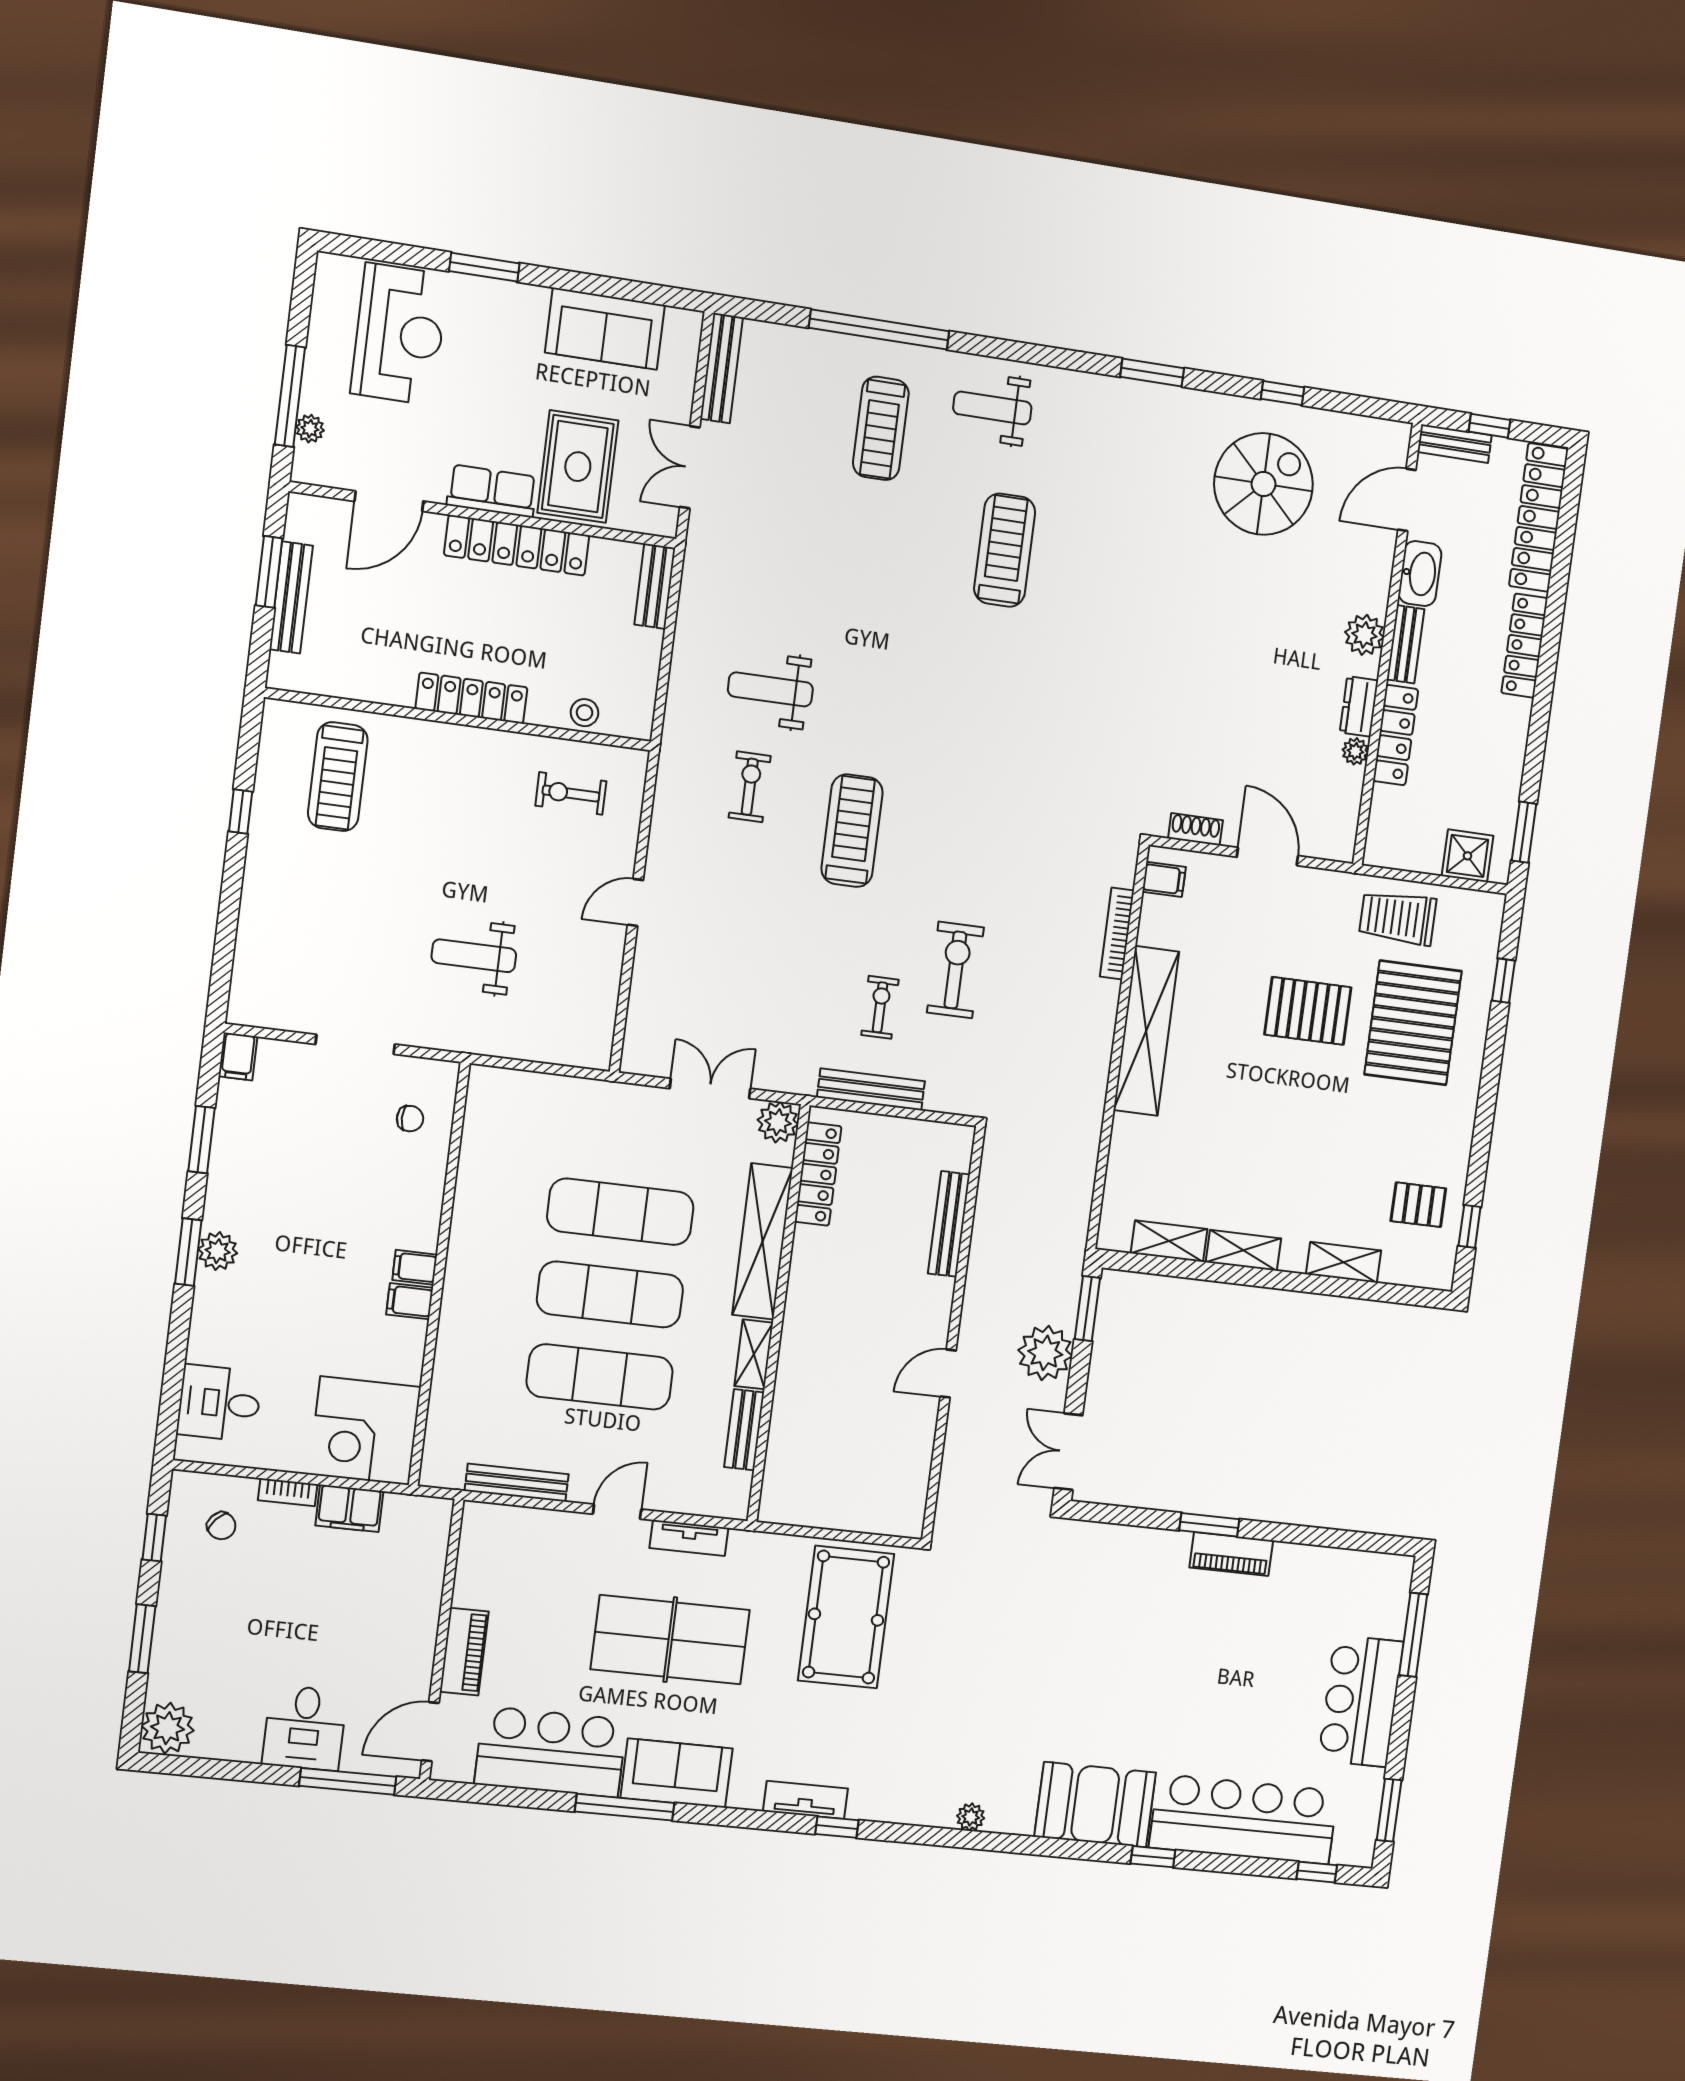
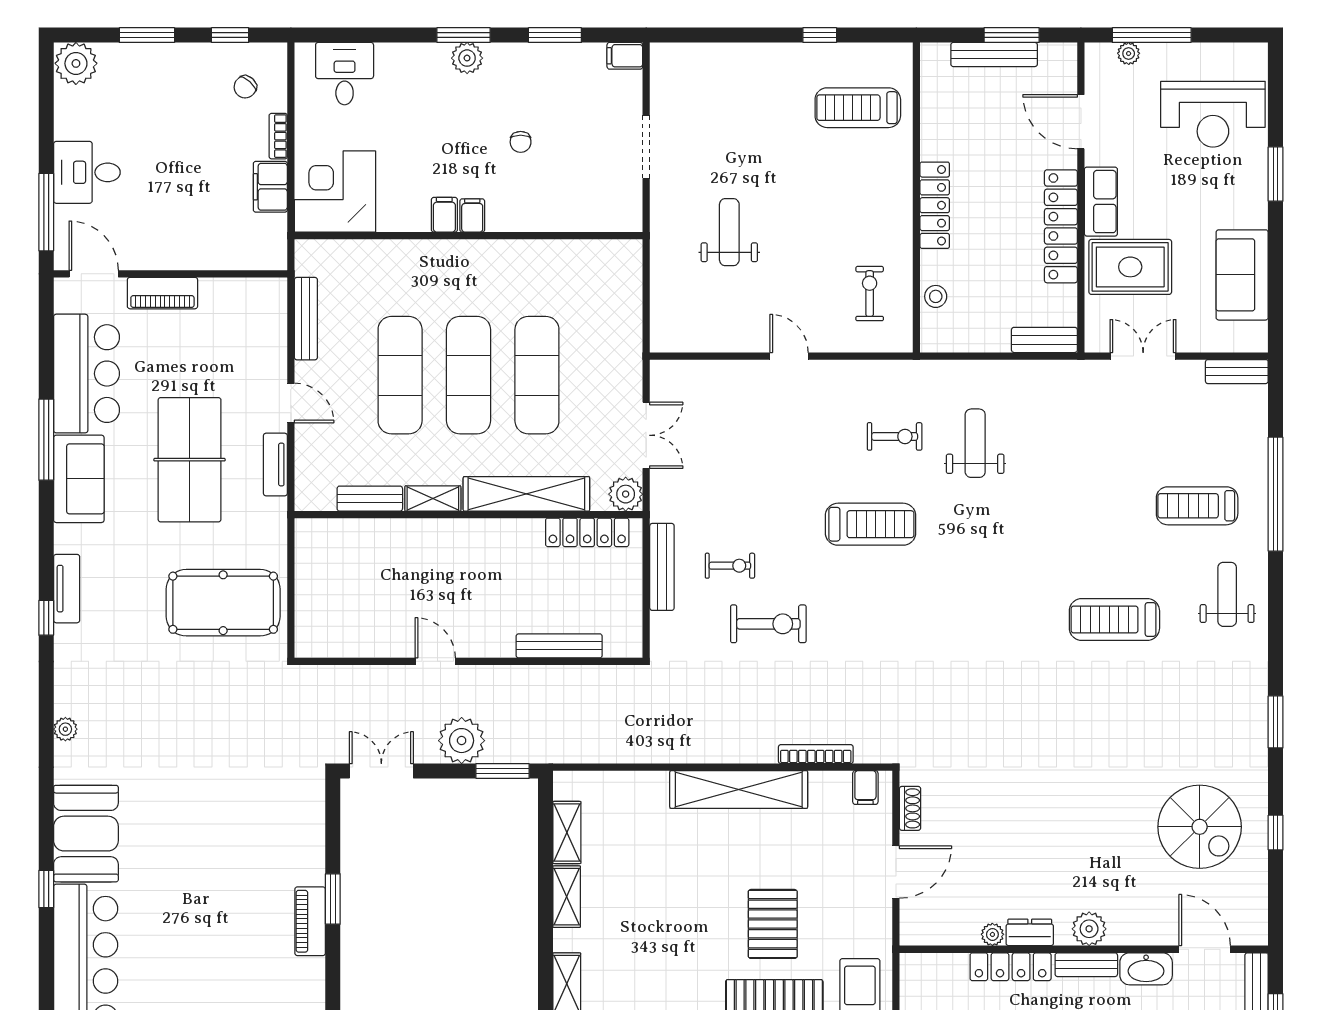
bench: (722, 368) -> (1237, 372), width x0.73
treadmill: (1005, 550) -> (1114, 620), turned 180
chair: (410, 1119) -> (521, 142), moved

